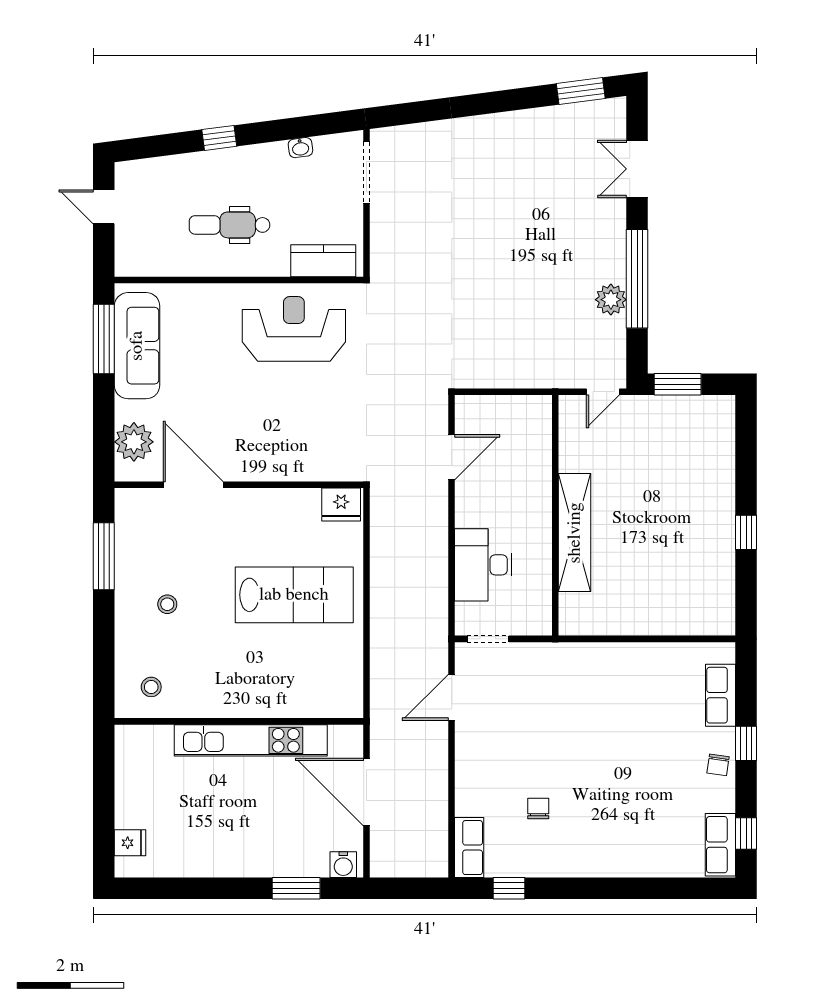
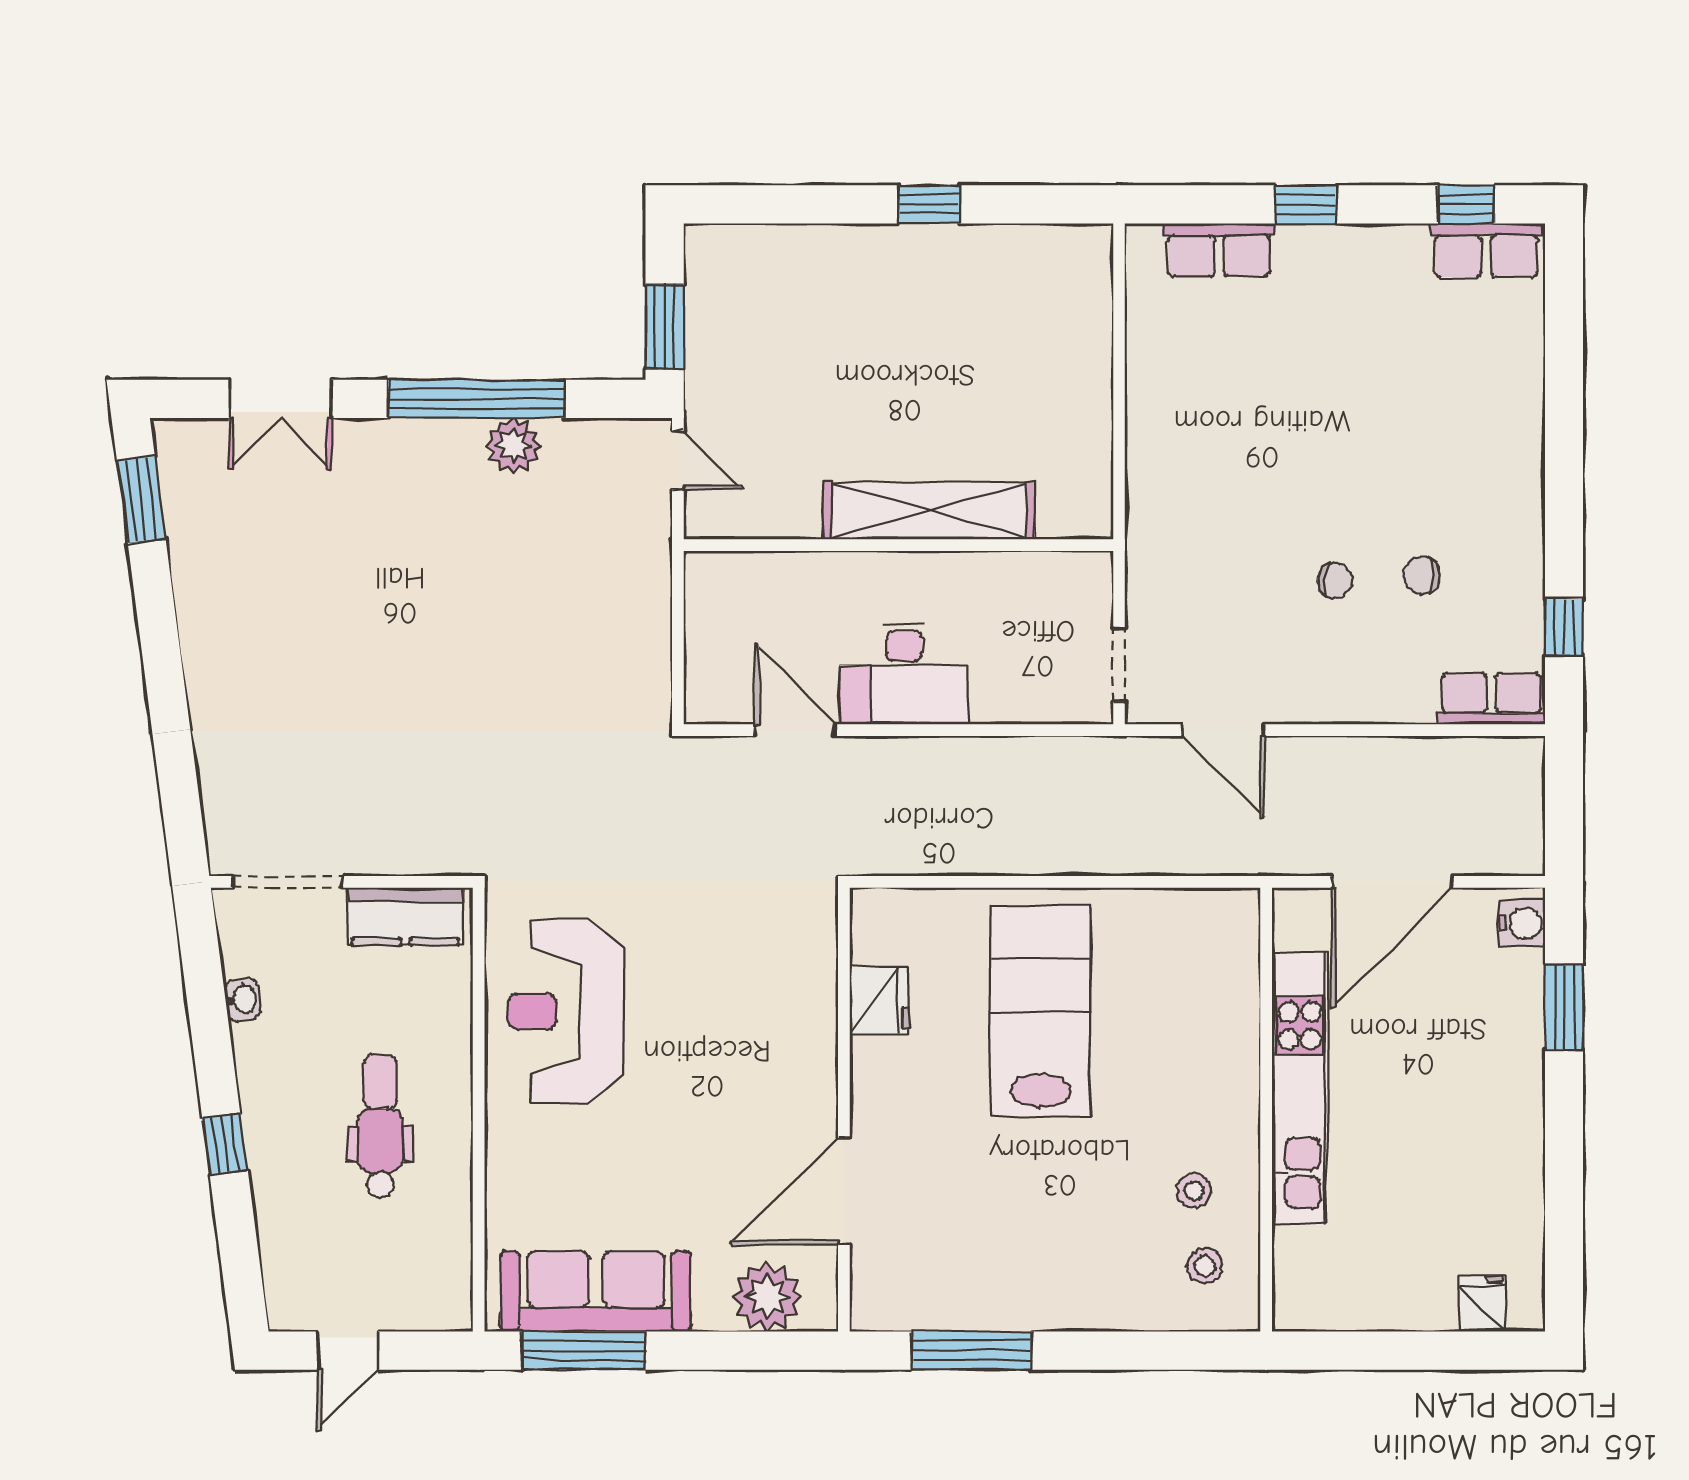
dental chair: (230, 225) -> (380, 1126), turned 180
kitchen counter: (323, 261) -> (405, 916), moved, turned -90
fridge: (341, 504) -> (879, 1000), moved
desk: (483, 565) -> (904, 674), moved
stool: (167, 604) -> (1194, 1191), moved
chair: (718, 765) -> (1335, 581), moved

